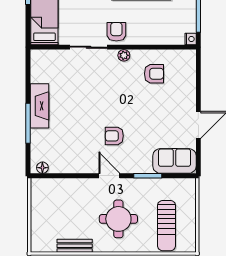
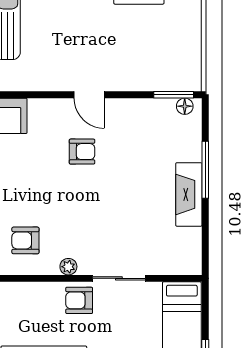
armchair: (116, 32) -> (79, 300), turned 90
window: (148, 176) -> (174, 95), moved
round table: (118, 219) -> (76, 33), removed

